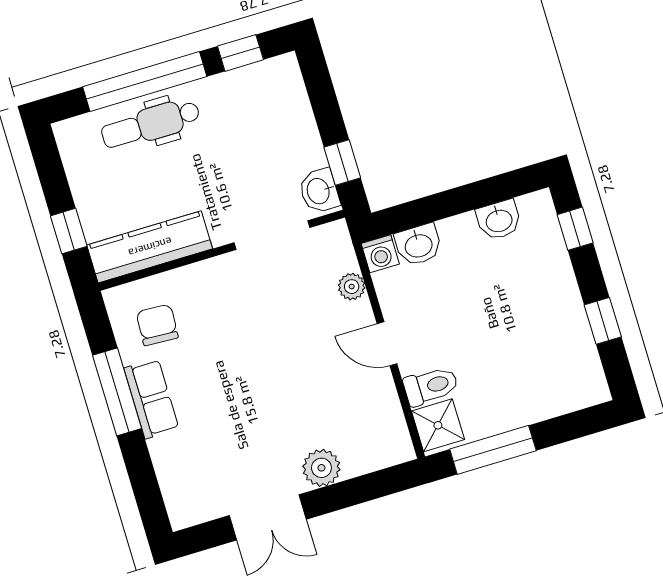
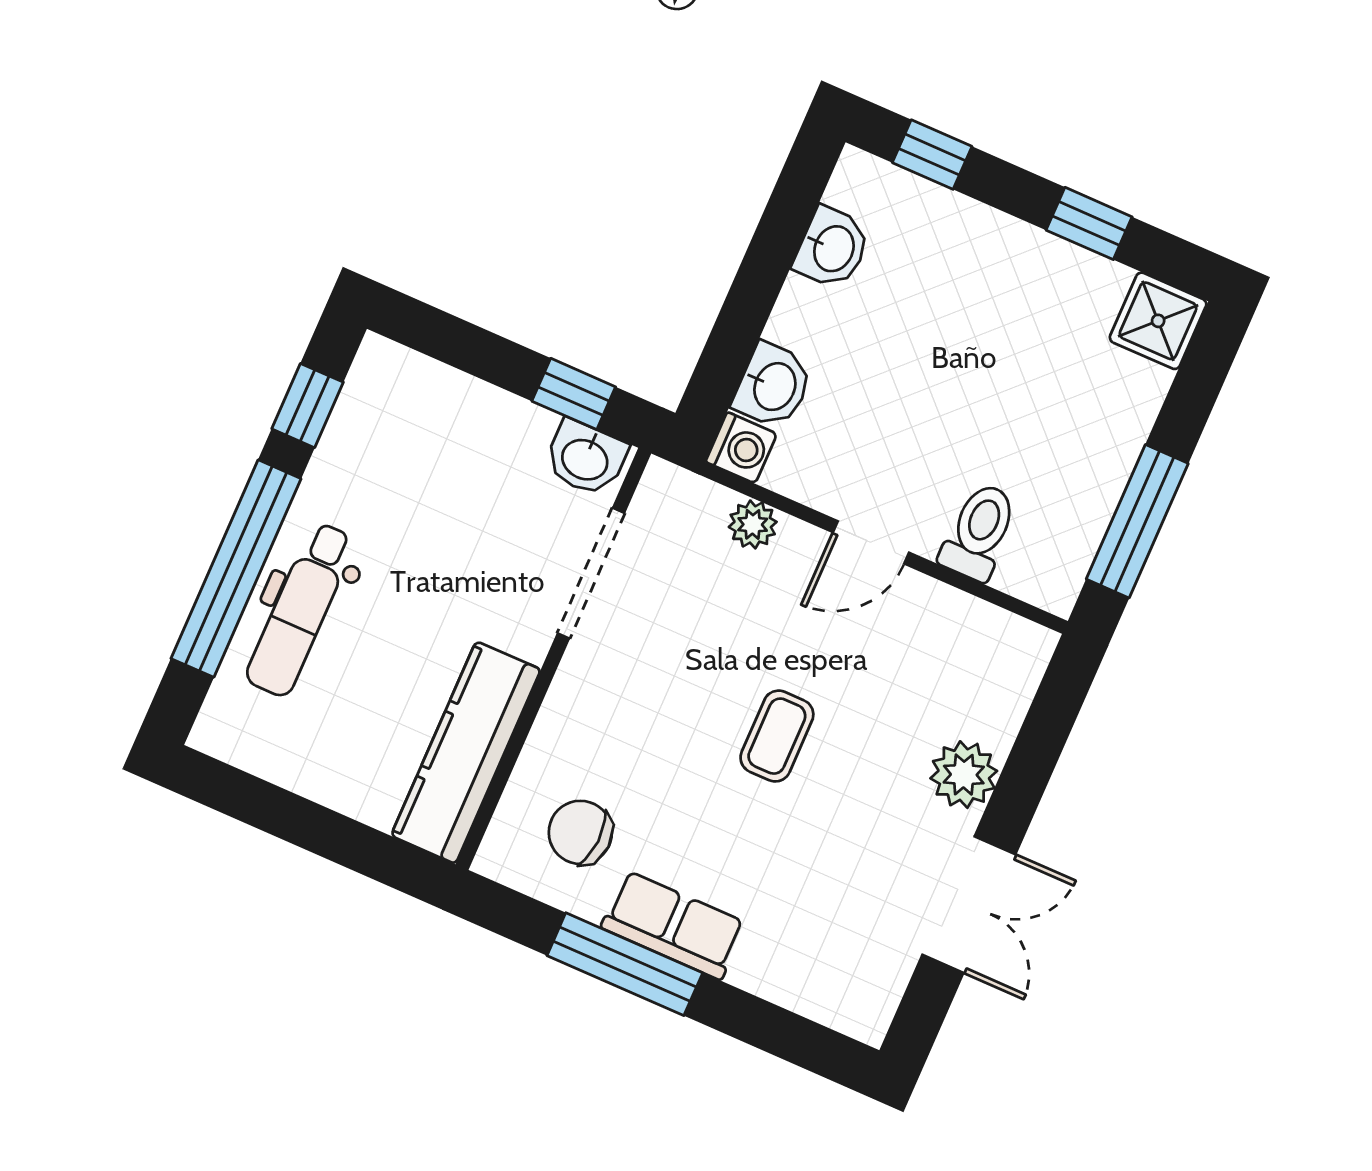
window: (69, 231) -> (351, 844), removed
coffee table: (270, 374) -> (777, 736), added
shower: (438, 425) -> (1158, 321), moved

